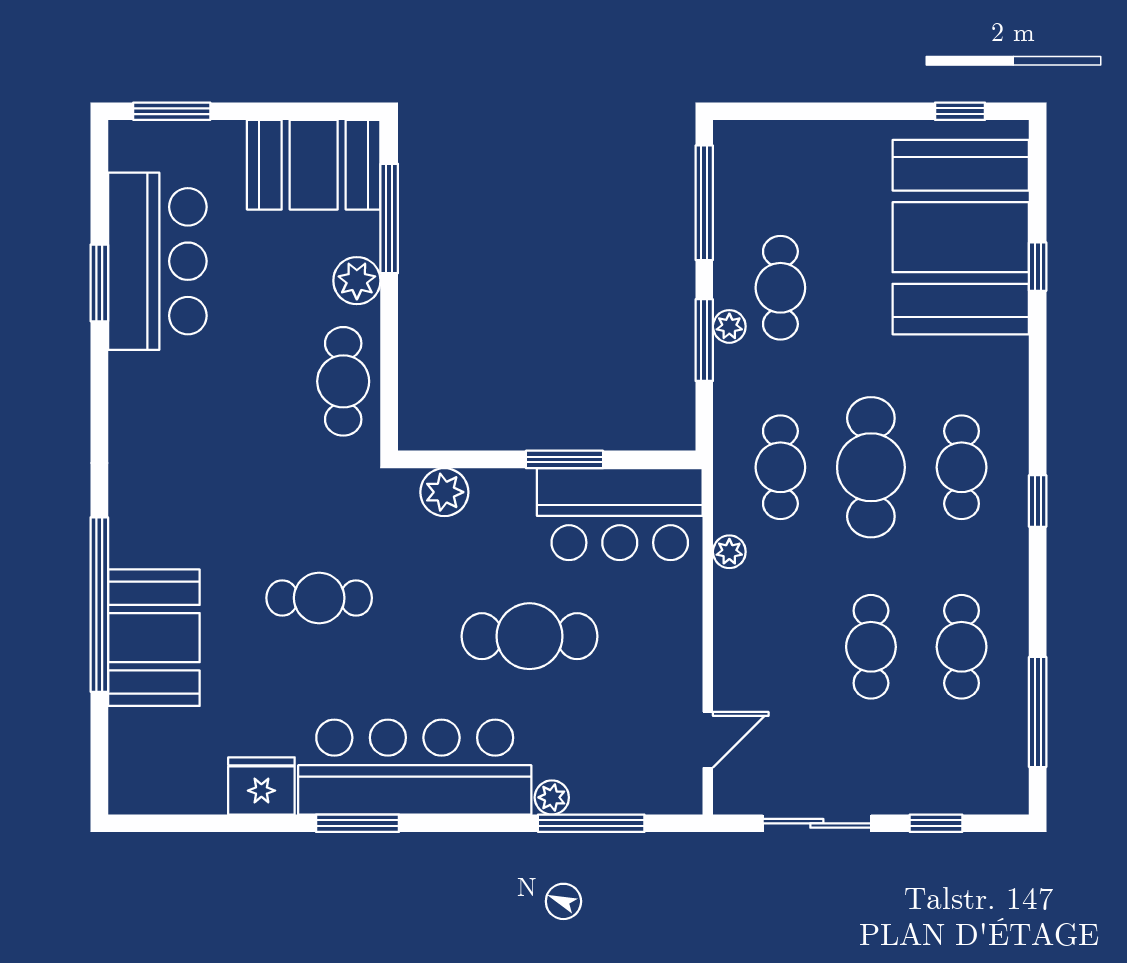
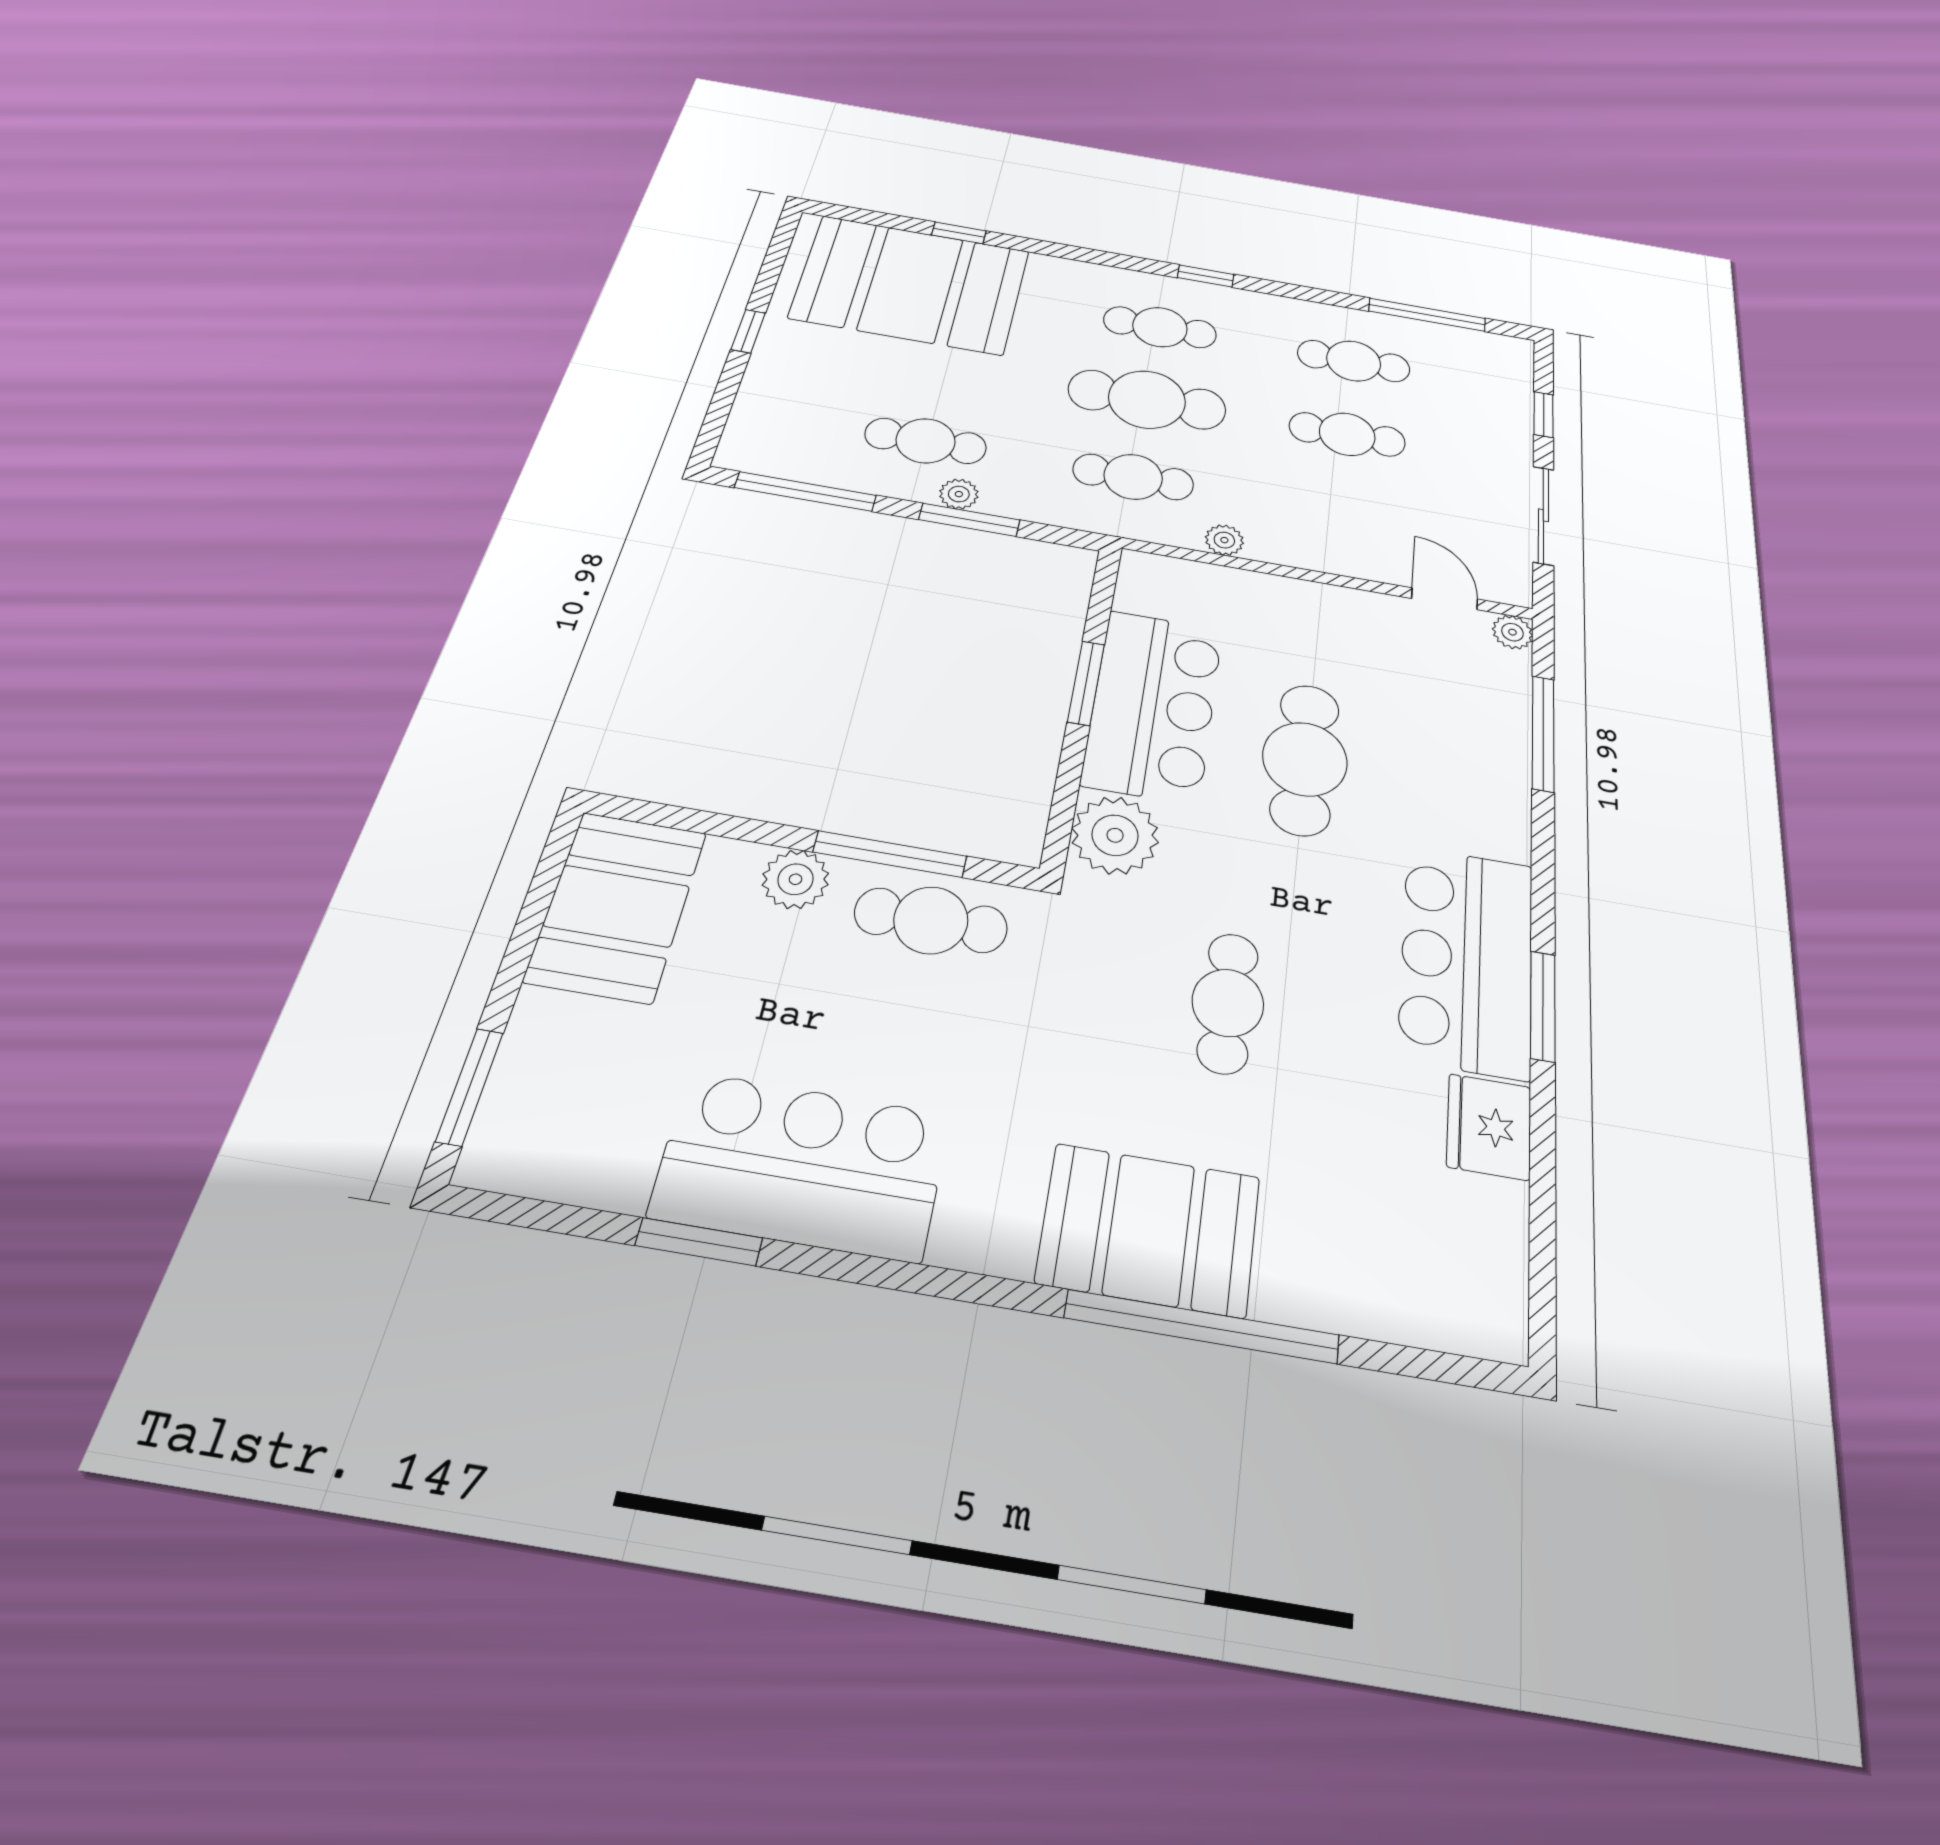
window: (960, 111) -> (748, 331), moved
window: (389, 219) -> (890, 854), moved
bar counter: (157, 261) -> (802, 1165), moved
plant: (444, 492) -> (1115, 835), width x1.36, depth x1.36
bar counter: (620, 514) -> (1153, 705), moved
booth: (154, 638) -> (1149, 1229), moved
bar counter: (415, 767) -> (1467, 960), width x0.73
plant: (552, 797) -> (1512, 632), moved

